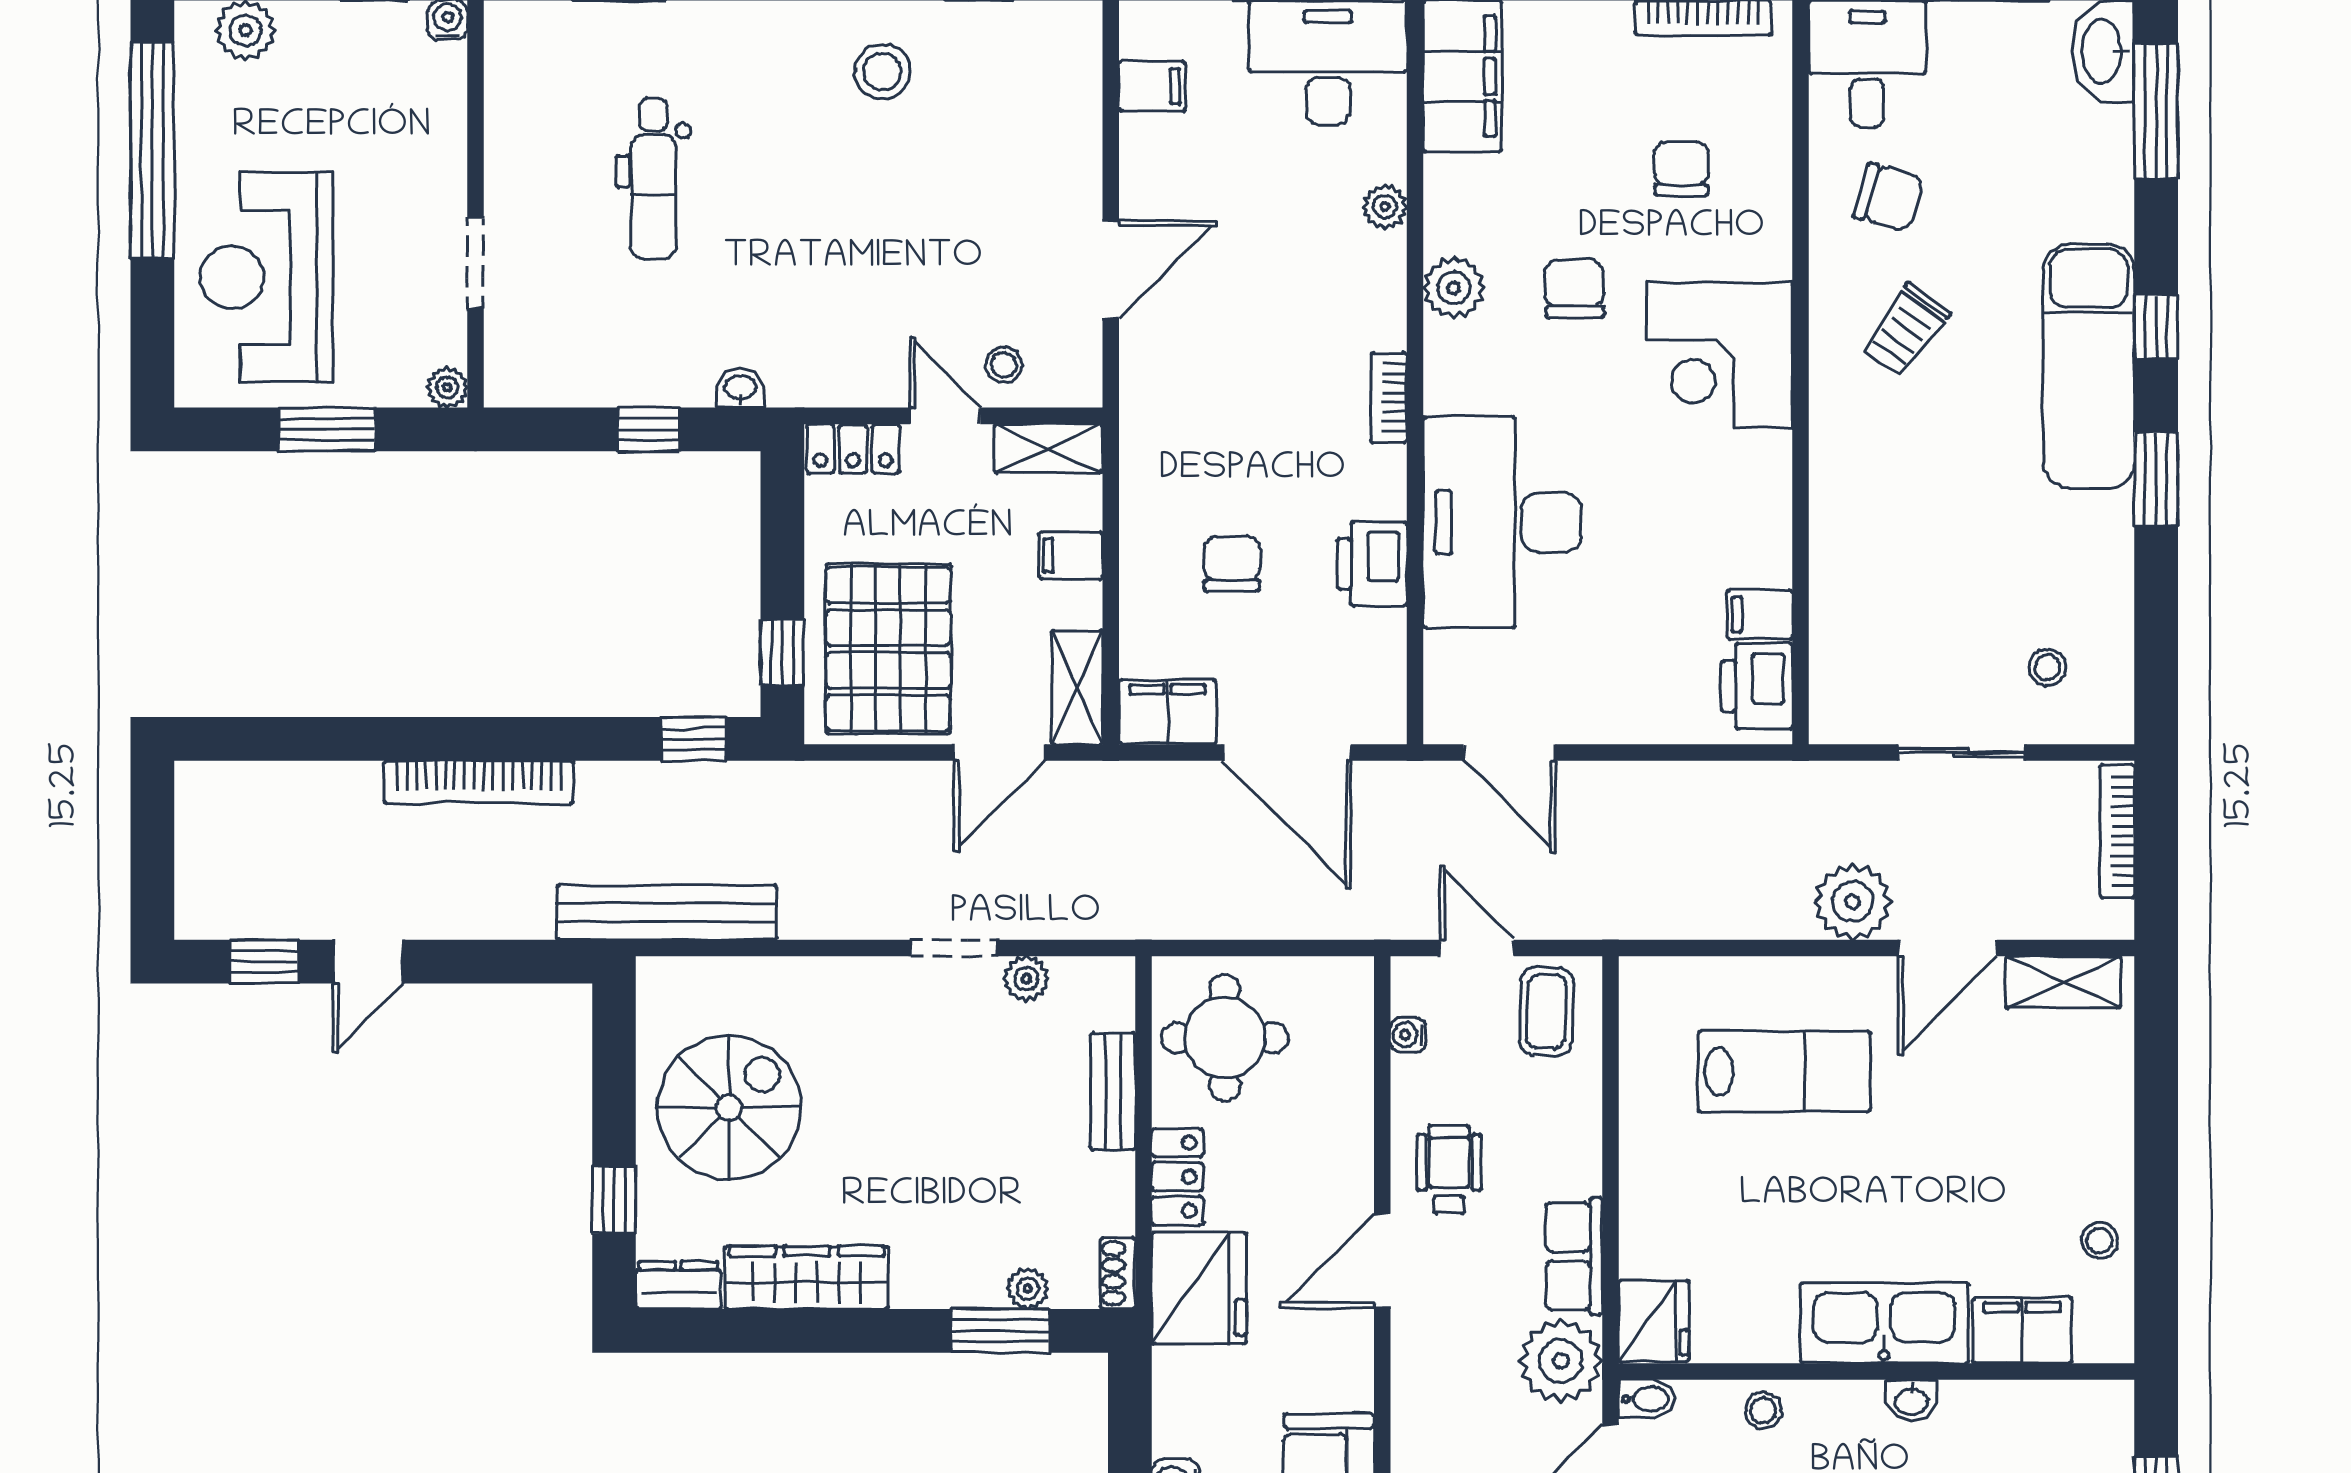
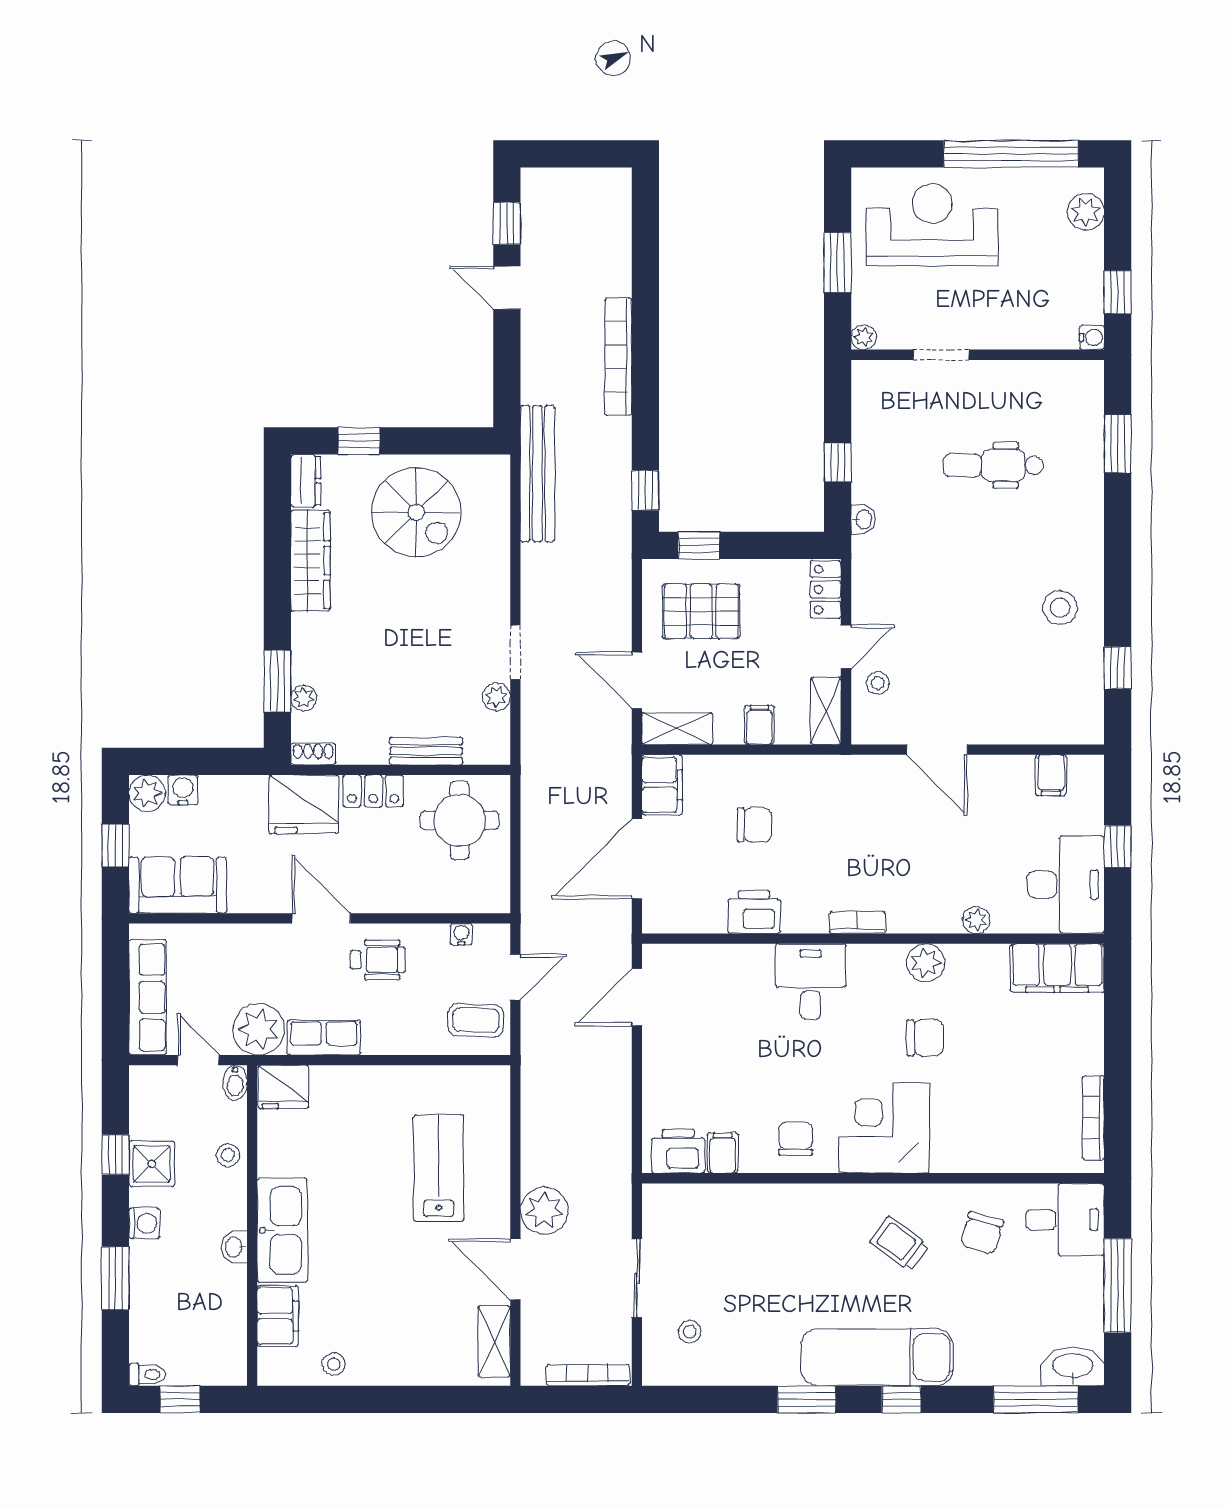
chair: (1681, 169) -> (796, 1139), moved, turned -90
desk: (1502, 522) -> (811, 982), width x0.53, depth x0.77
pallet: (888, 649) -> (701, 611), width x0.73, depth x0.71
lab bench: (1784, 1071) -> (439, 1168), turned 180

